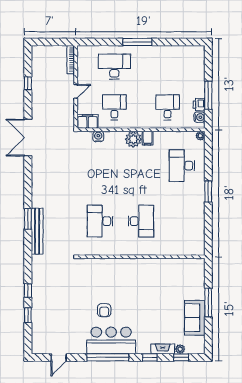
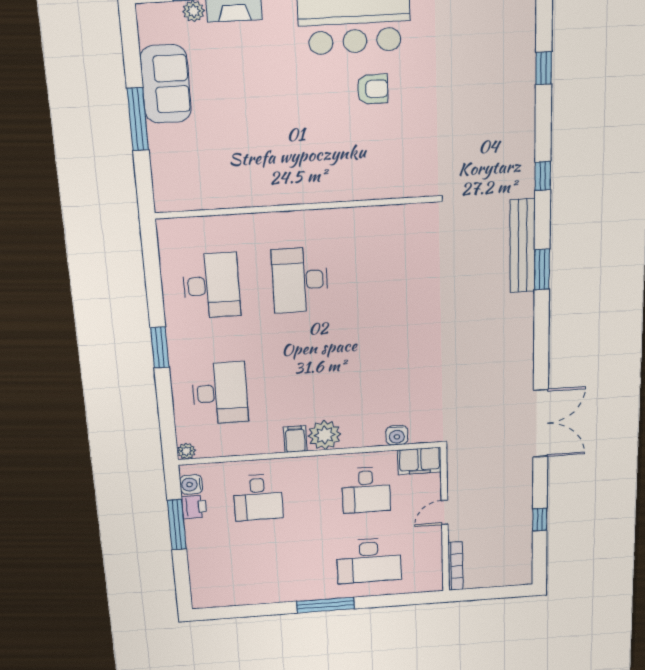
desk: (100, 221) -> (211, 286), moved
window: (28, 291) -> (543, 176), moved
armchair: (104, 310) -> (373, 89), turned 90

